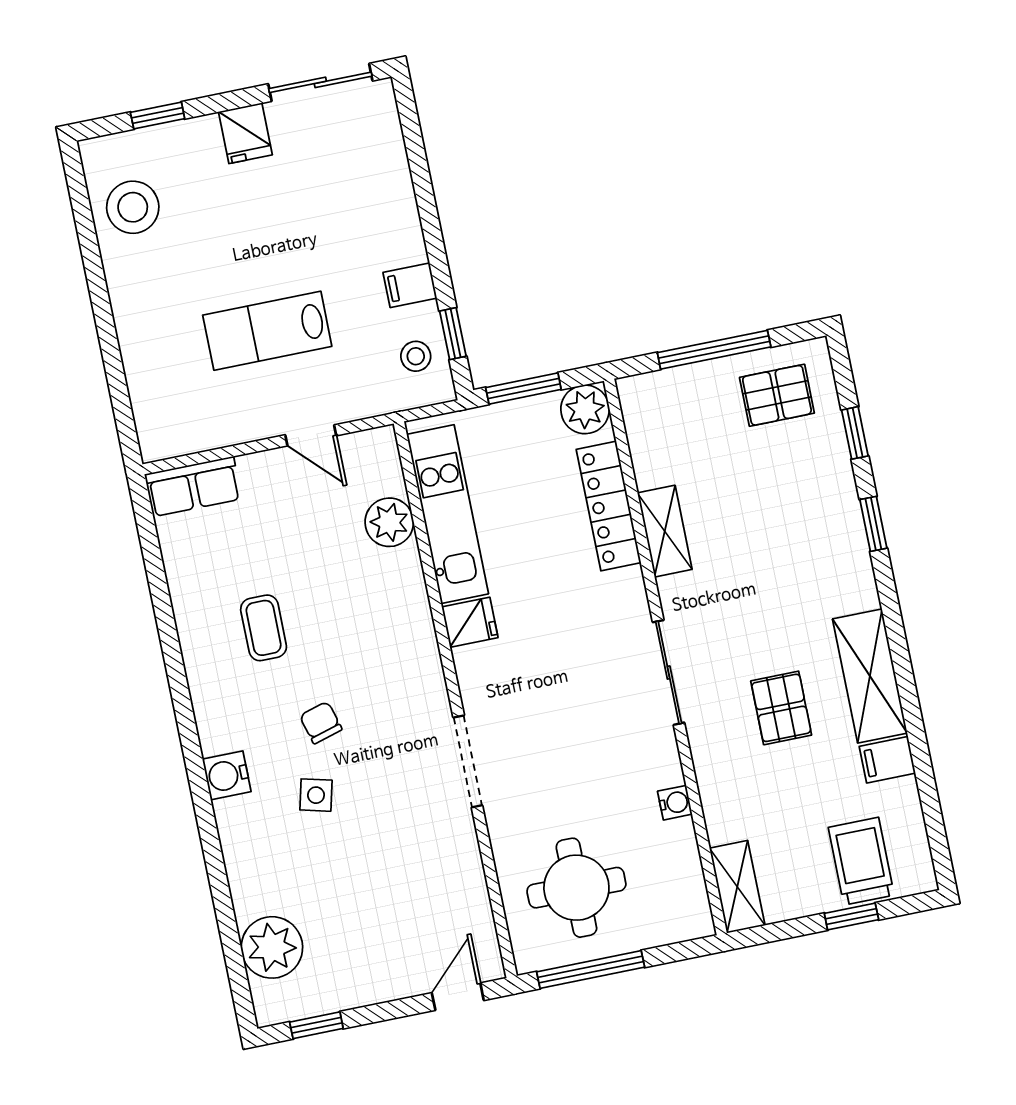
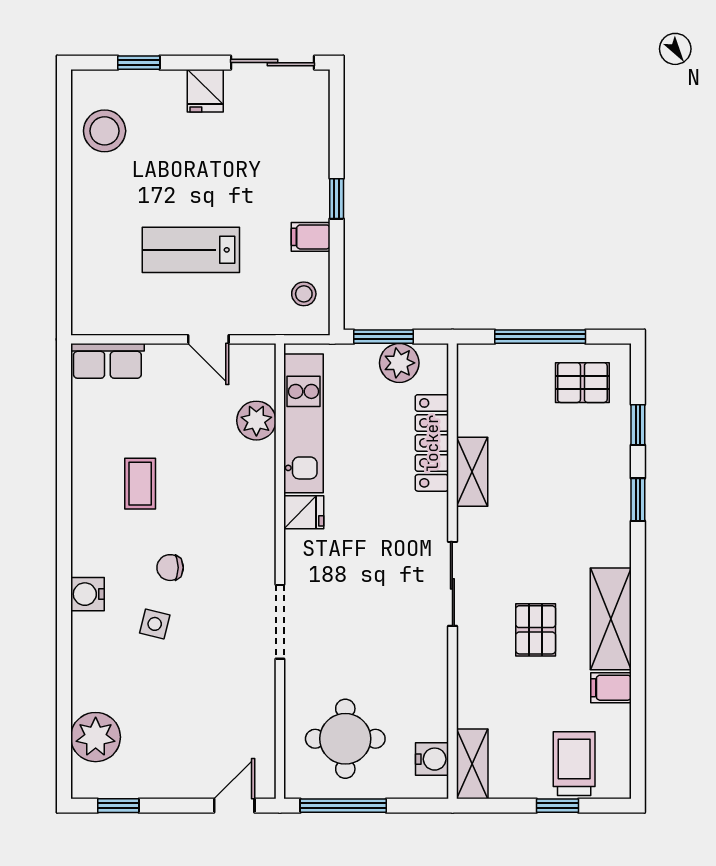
window: (453, 334) -> (337, 199), moved
plant: (585, 409) -> (399, 363), moved
chair: (321, 723) -> (170, 568), turned -74
water cooler: (675, 803) -> (432, 759), moved, width x1.38, depth x1.38

